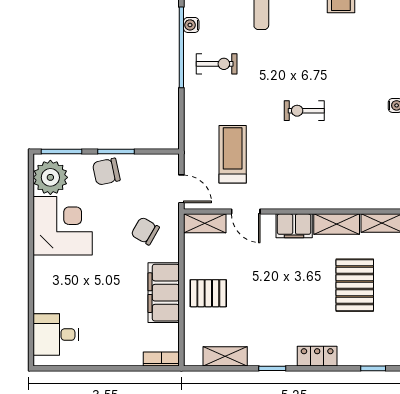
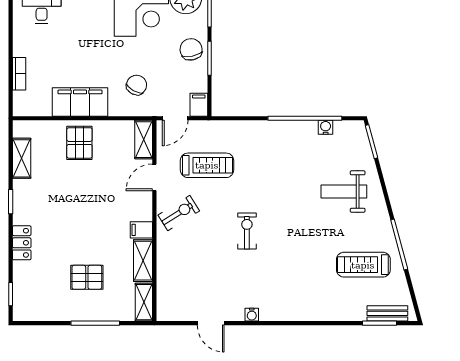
exercise bike: (217, 64) -> (179, 213), moved, turned -122
filing cabinet: (167, 163) -> (199, 105), added
filing cabinet: (294, 226) -> (141, 230), width x0.50
pallet: (355, 285) -> (87, 277), width x0.67, depth x0.71
bookcase: (161, 359) -> (19, 74), moved

